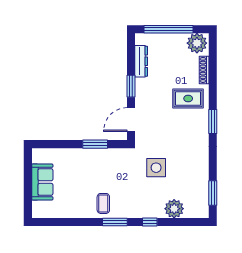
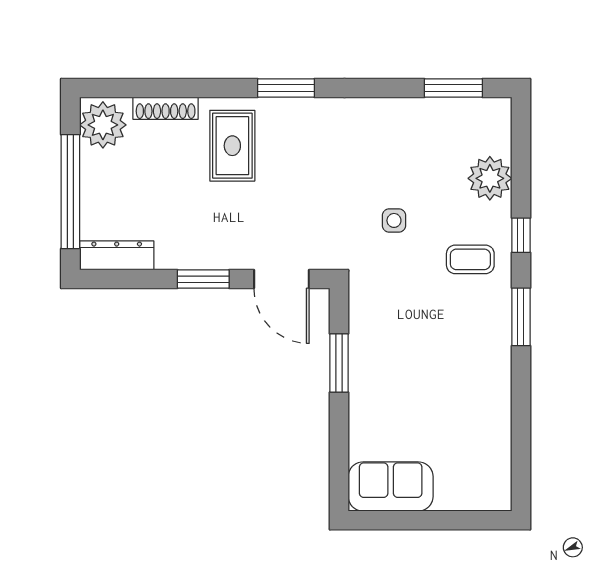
dresser: (141, 61) -> (117, 255), moved
side table: (156, 168) -> (394, 220), width x0.54, depth x0.54
sofa: (42, 182) -> (391, 487), moved
coffee table: (103, 203) -> (470, 259), moved

